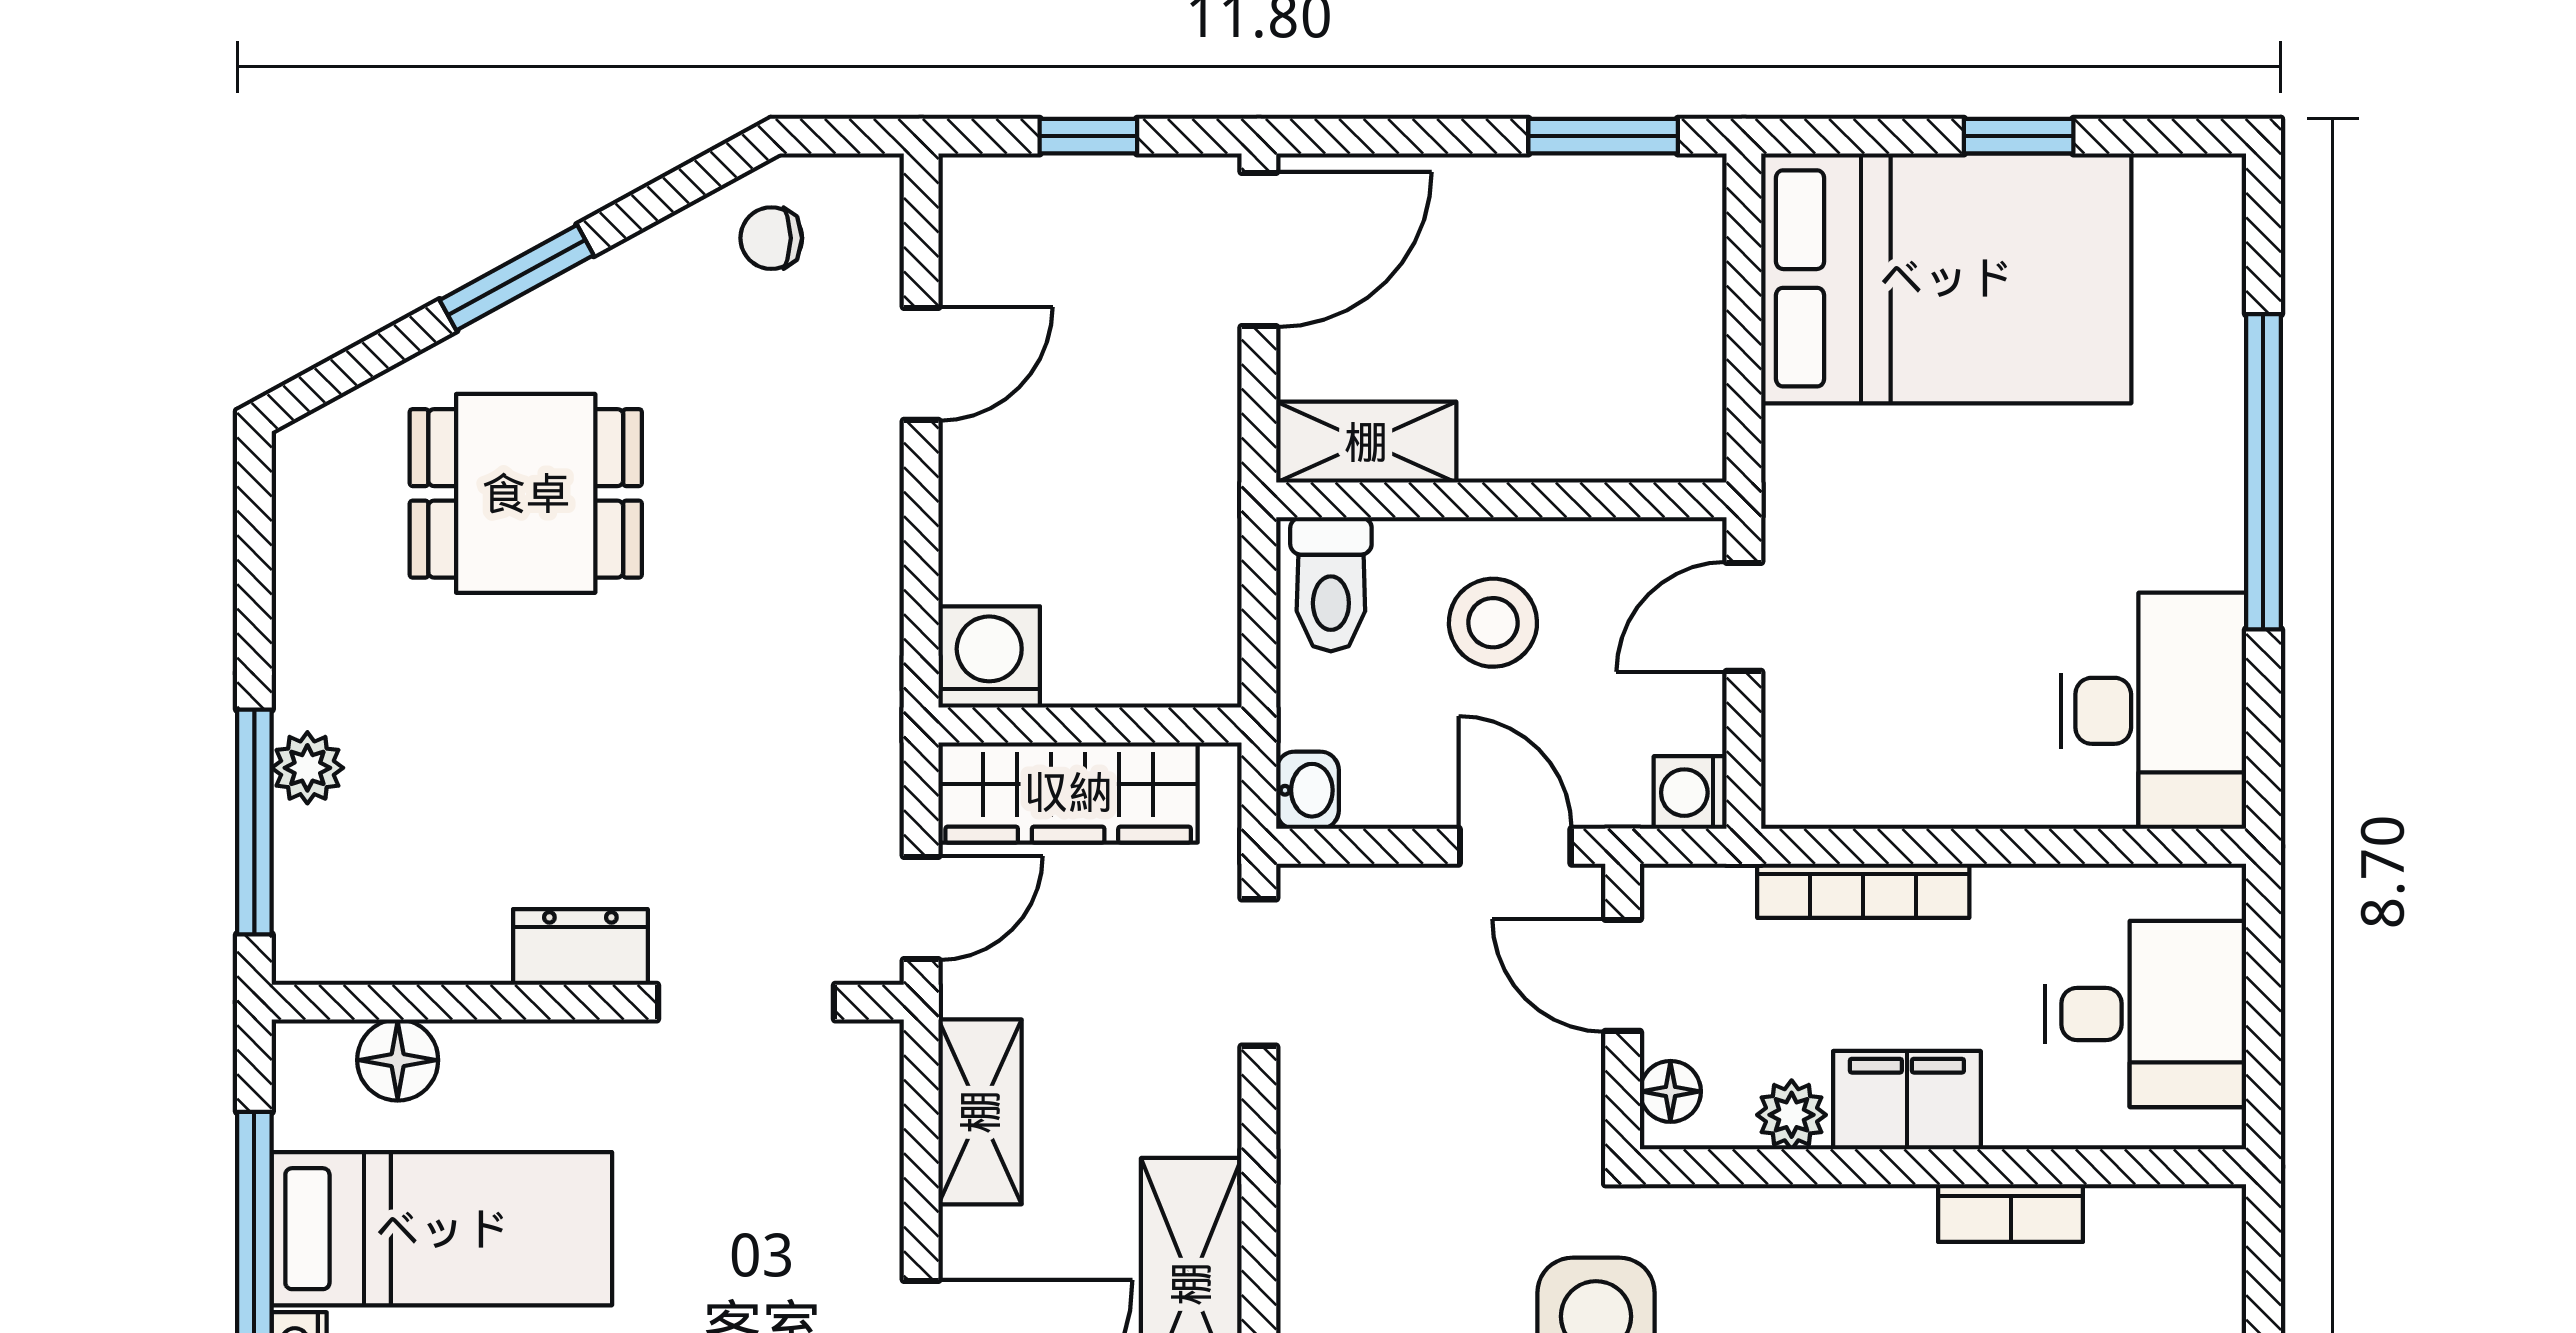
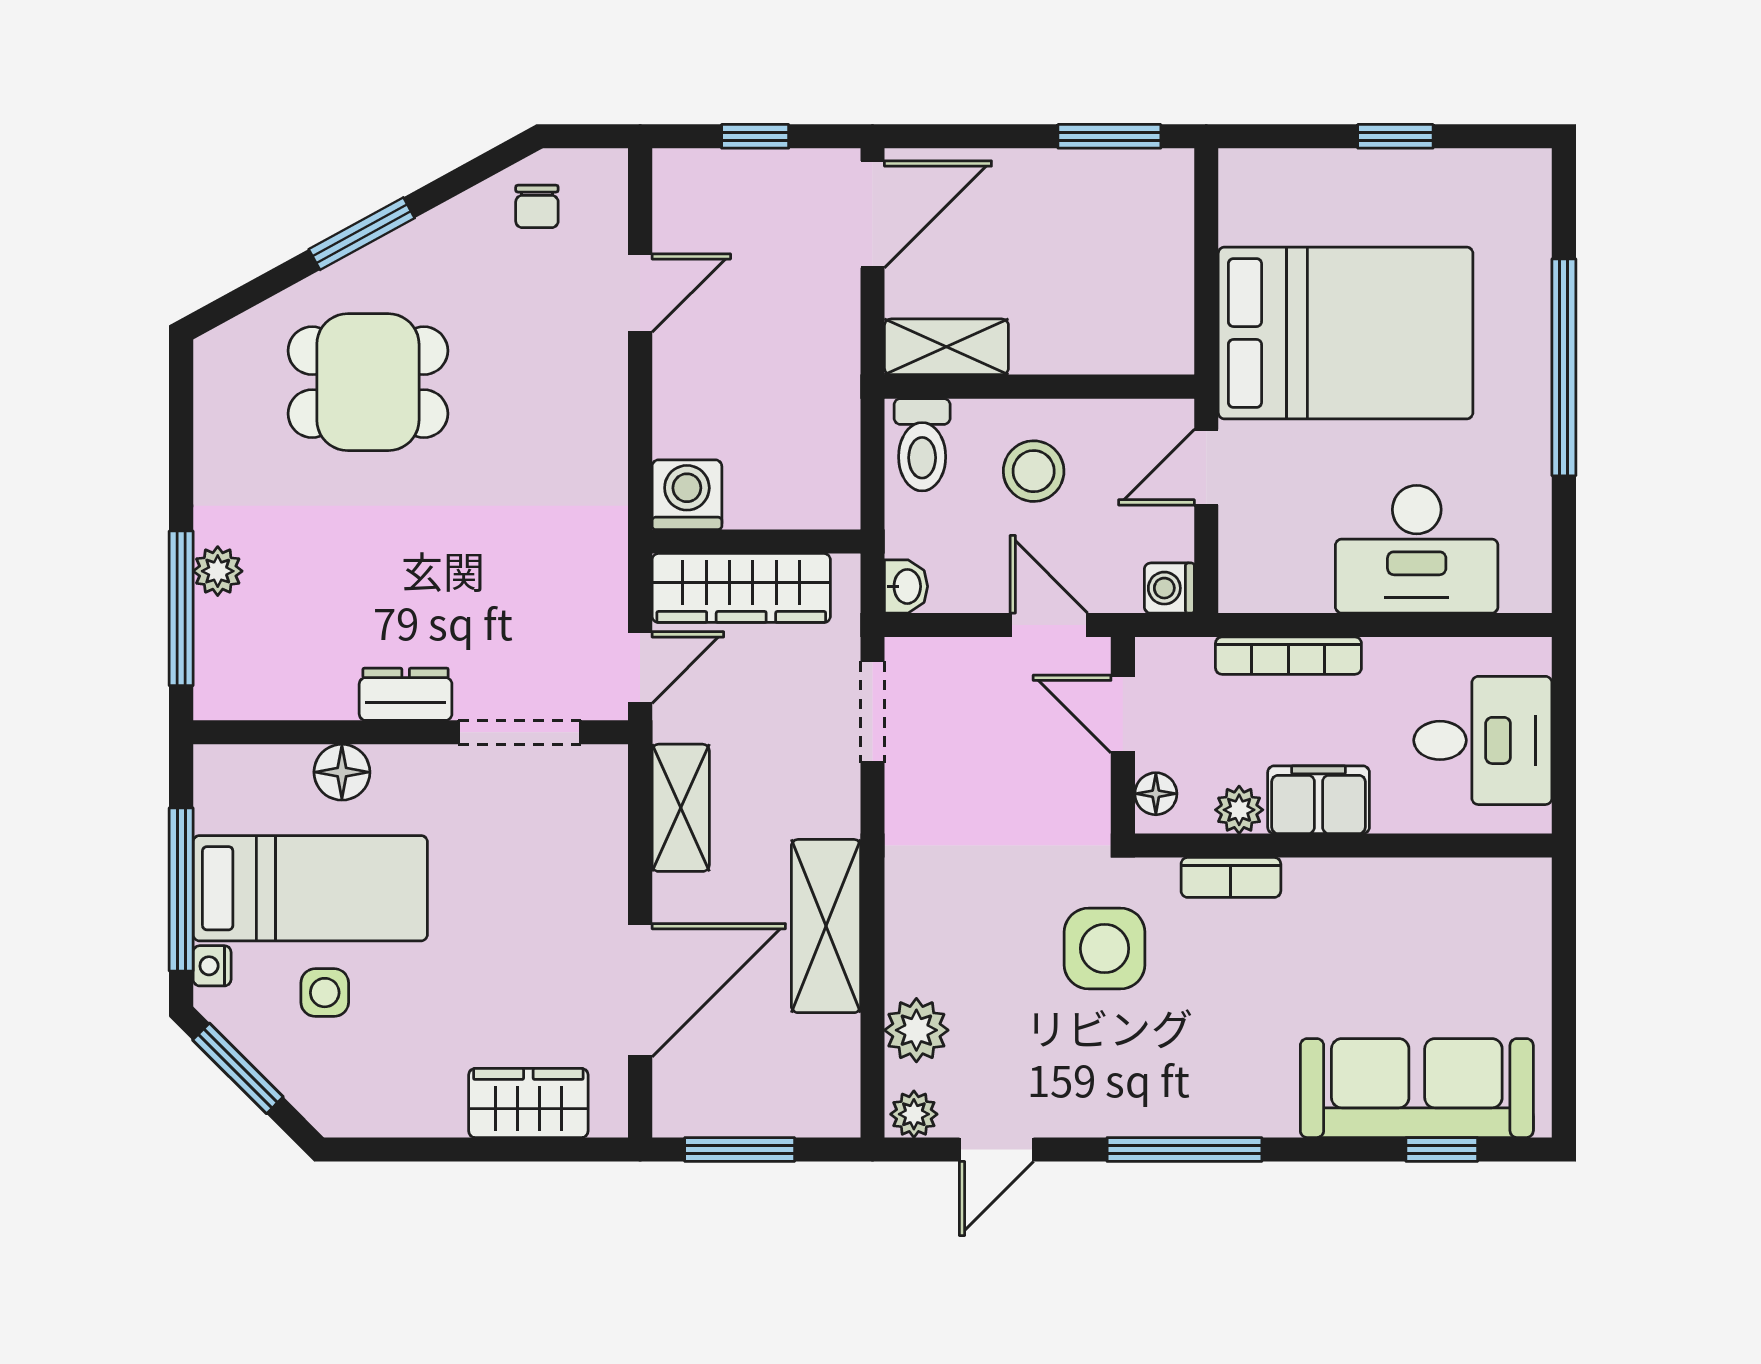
chair: (771, 238) -> (537, 206), turned -90
bed: (1946, 278) -> (1346, 333), moved
desk: (2153, 711) -> (1417, 549), moved, turned 90
floor lamp: (398, 1060) -> (342, 772), moved
bookcase: (2011, 1213) -> (1231, 877), moved

